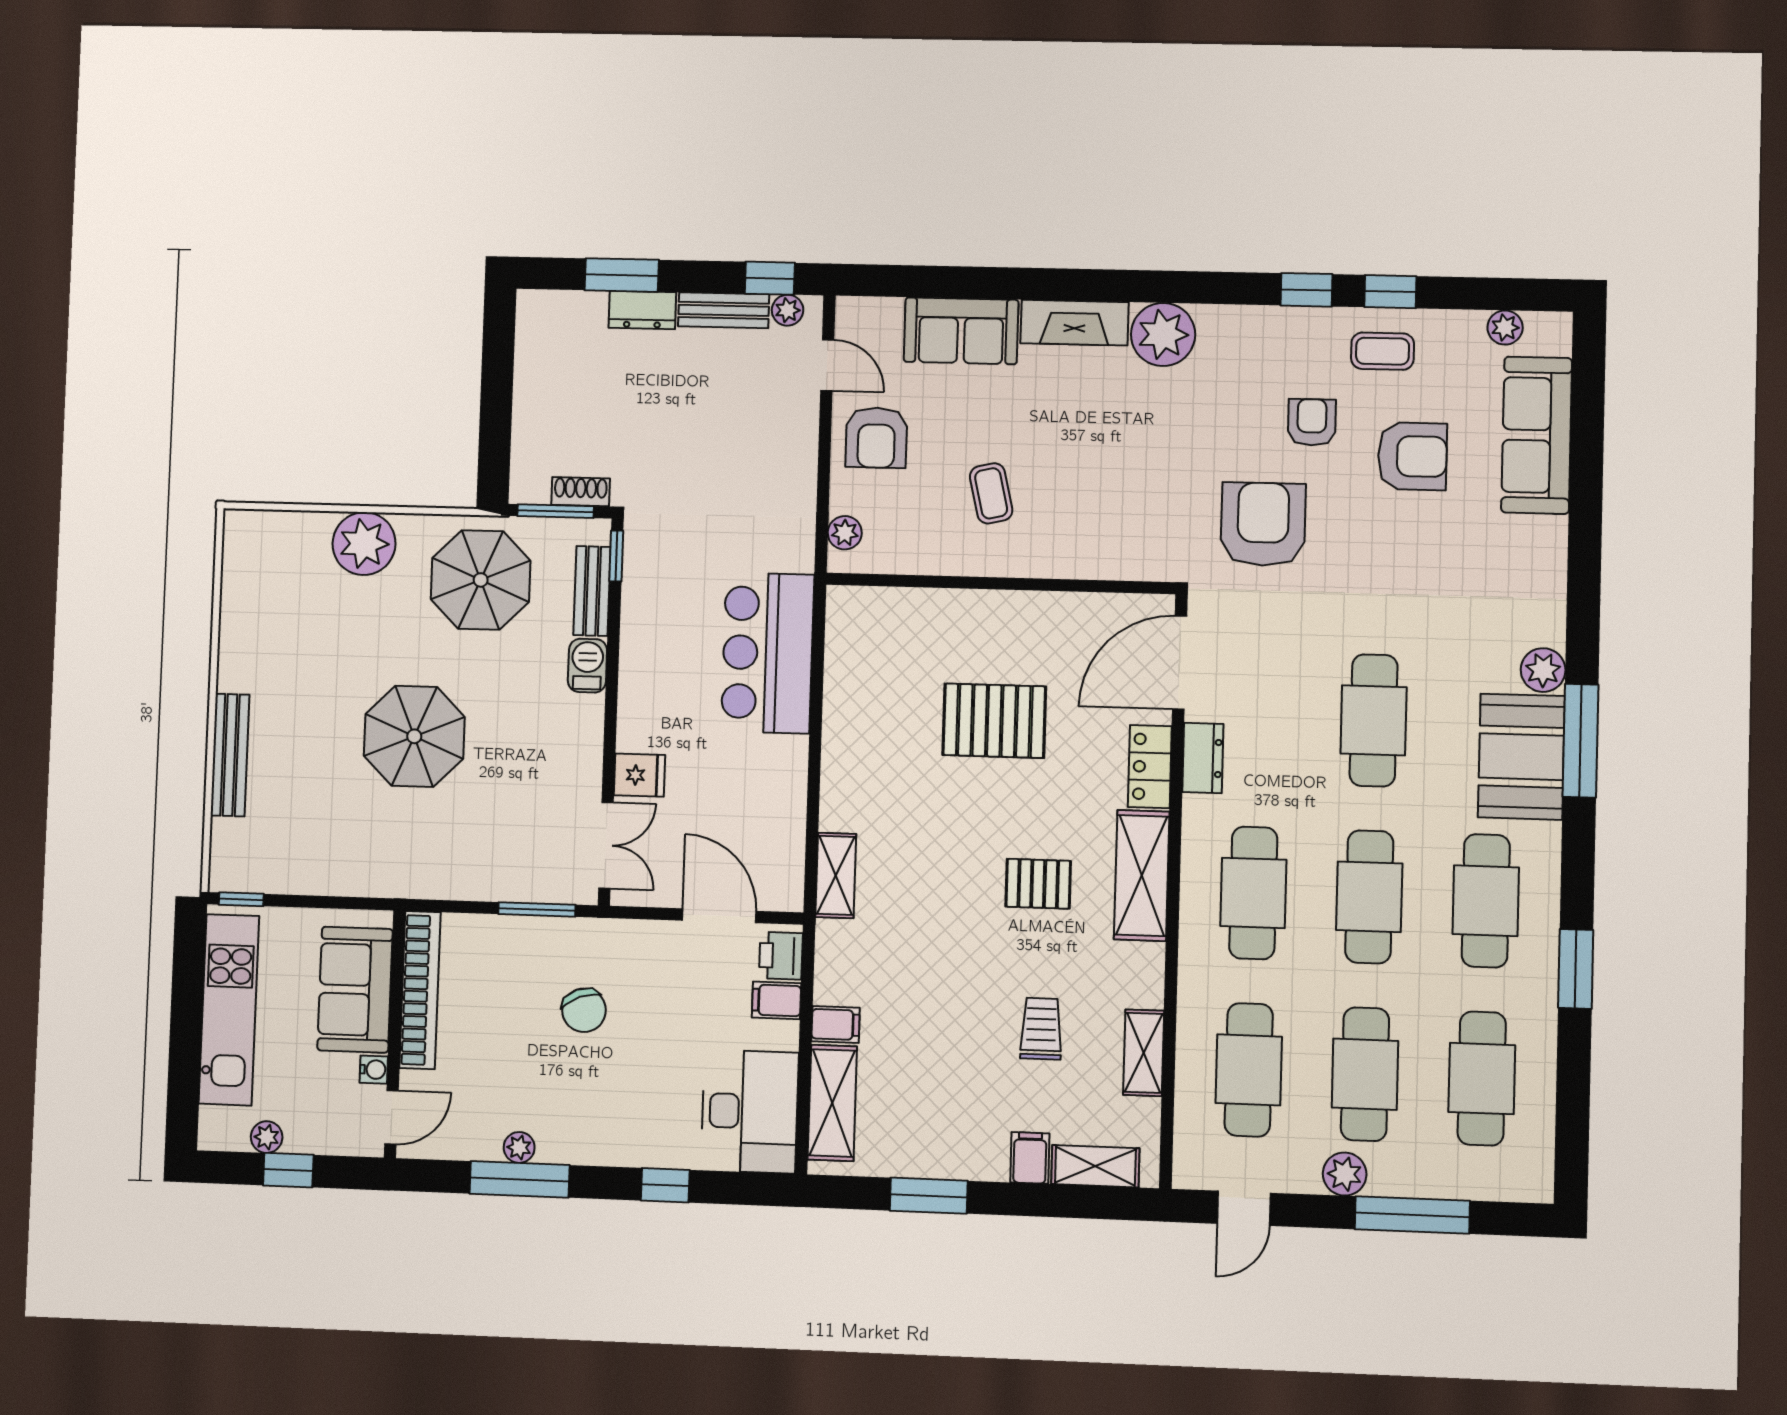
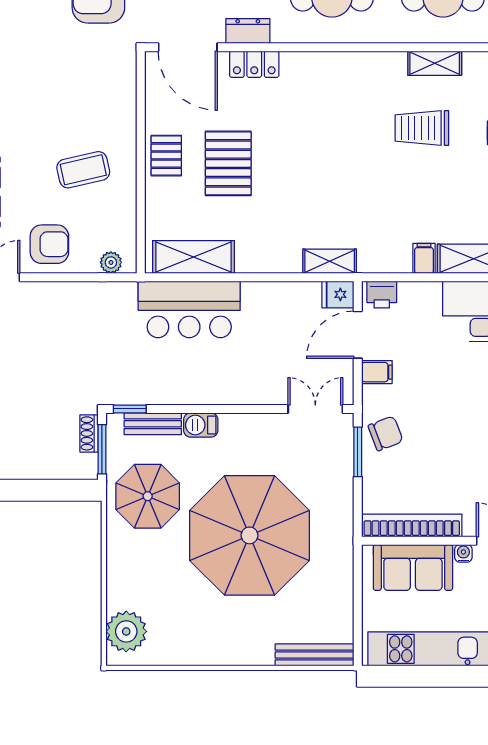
coffee table: (991, 493) -> (83, 170), width x1.36, depth x1.30
plant: (364, 544) -> (126, 631), moved
parasol: (414, 736) -> (250, 535), width x1.86, depth x1.86
bench: (230, 755) -> (314, 655), moved
fridge: (639, 775) -> (338, 294), moved, turned -90
shelving: (1142, 876) -> (193, 257), moved
pallet: (1038, 884) -> (166, 156), moved
window: (241, 899) -> (358, 644), removed
filing cabinet: (777, 1000) -> (377, 372), moved, turned -90
chair: (584, 1010) -> (386, 433), moved
trolley: (1041, 1029) -> (422, 128), width x1.36, depth x1.39

